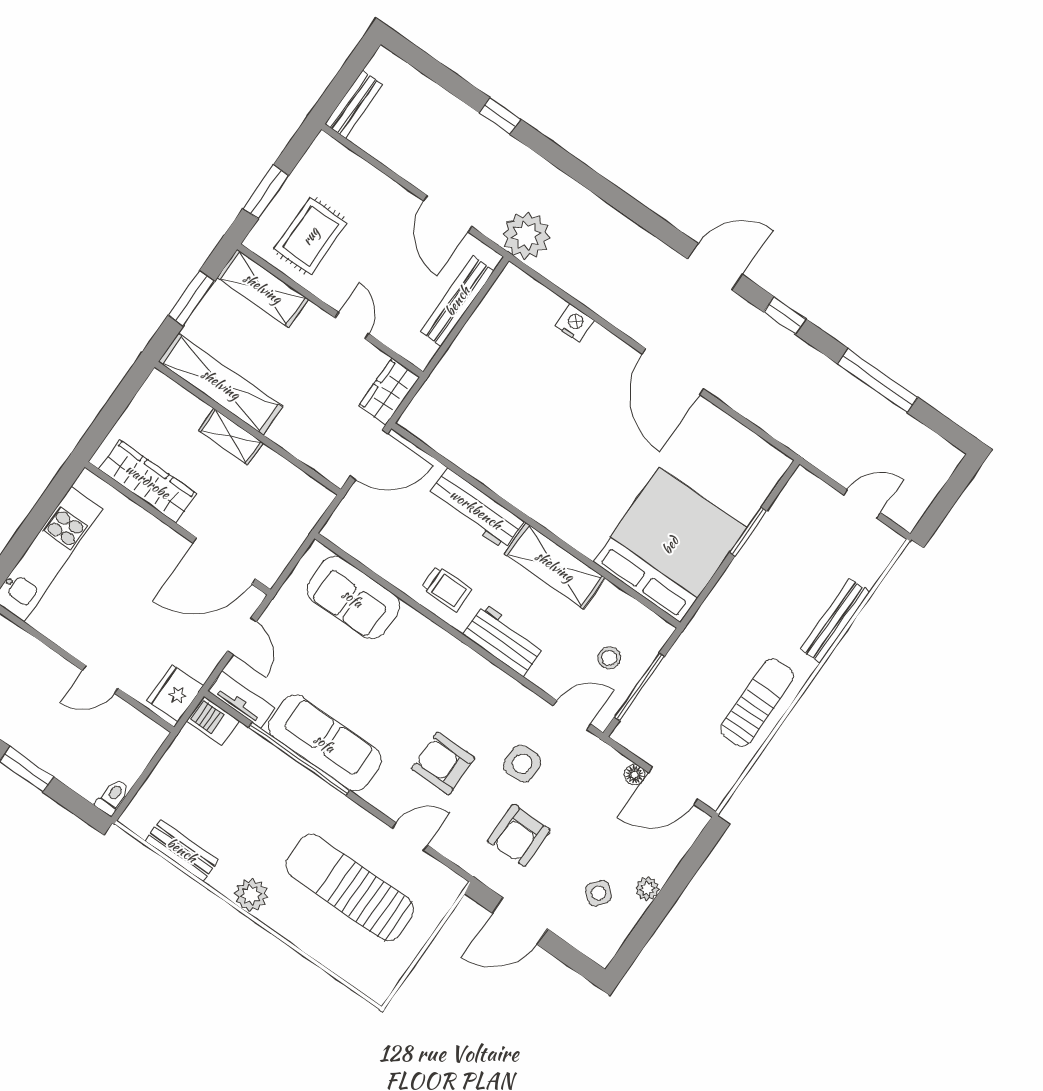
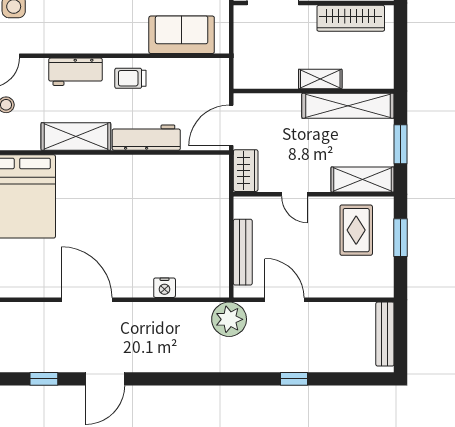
bench: (354, 104) -> (385, 334), width x1.36

